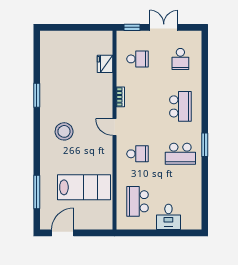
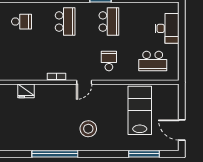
school desk: (138, 59) -> (21, 61), removed
window: (37, 95) -> (55, 154), width x2.11
school desk: (180, 106) -> (65, 22), turned 90
desk: (168, 217) -> (167, 28), width x1.37

